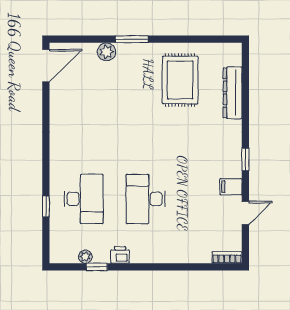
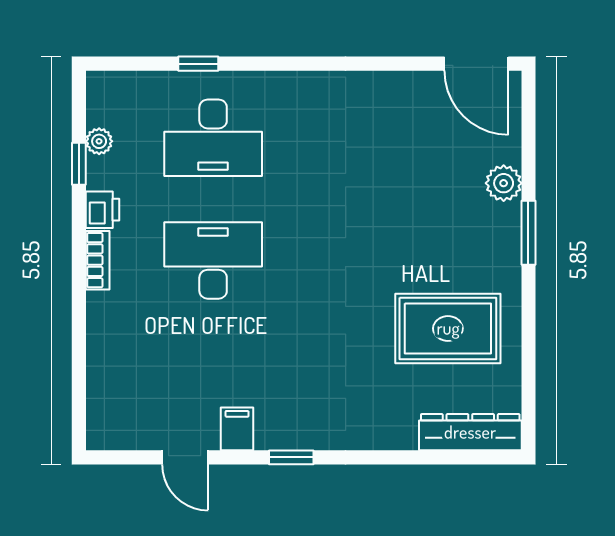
dresser: (233, 93) -> (470, 432), moved
bookcase: (227, 257) -> (98, 260), moved

